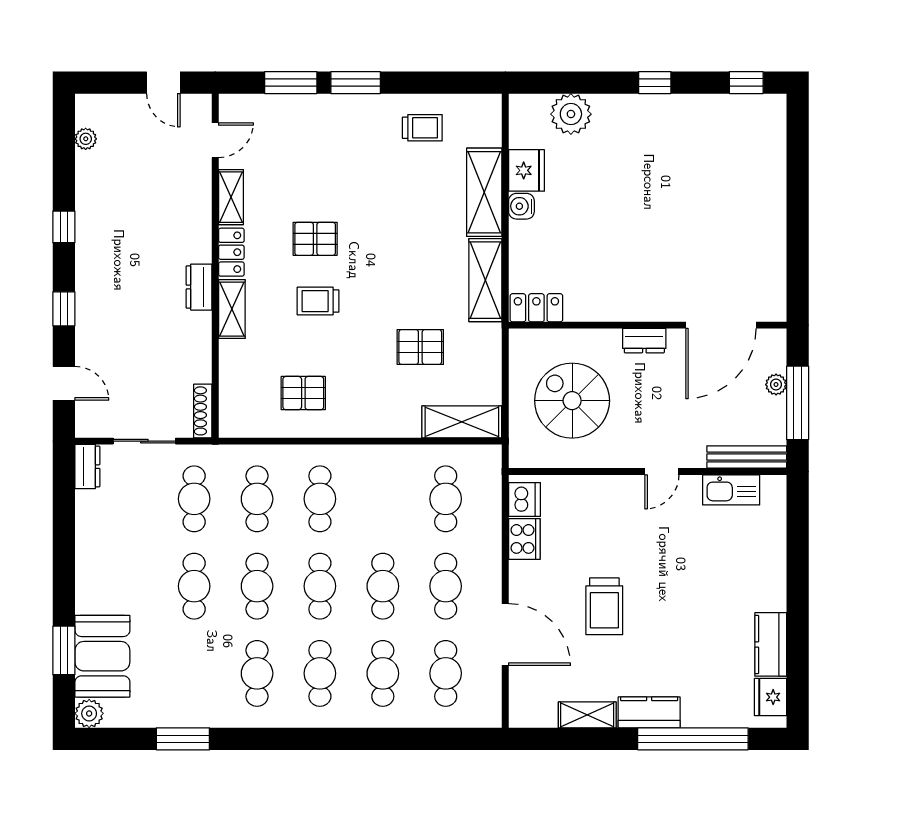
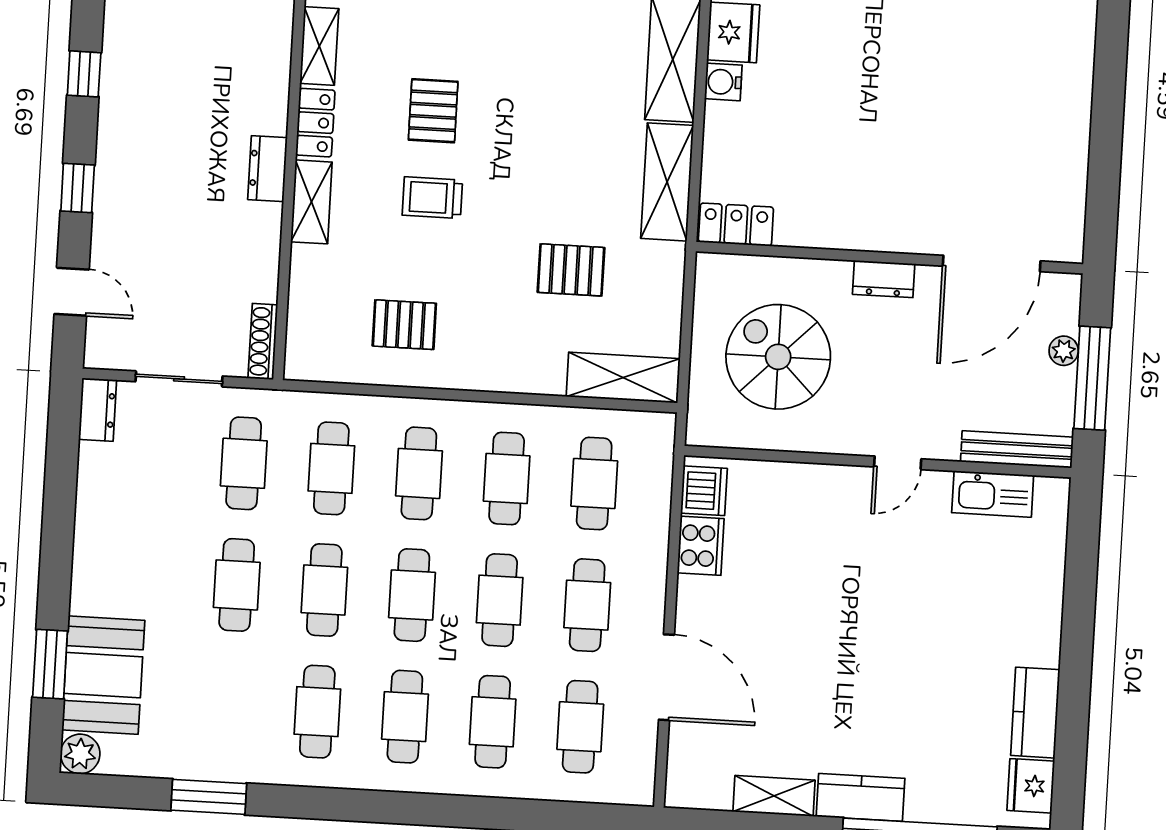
pallet: (315, 239) -> (433, 111), turned 90
cafe table: (383, 499) -> (507, 478), added
trolley: (604, 606) -> (807, 646), removed

